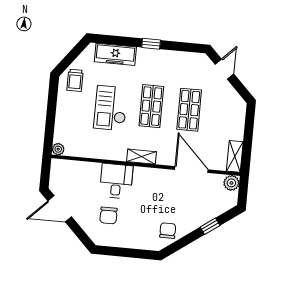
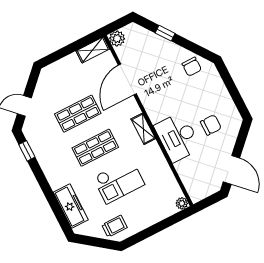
window: (151, 44) -> (27, 151), moved
desk: (116, 181) -> (178, 137), width x1.37
chair: (168, 231) -> (192, 67), turned -90

